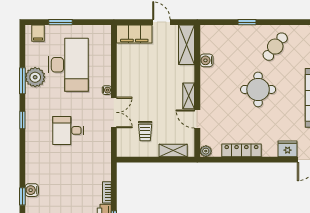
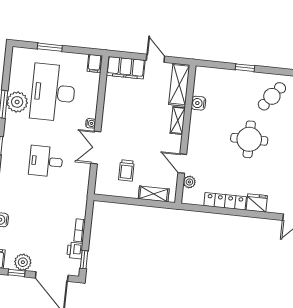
filing cabinet: (38, 33) -> (94, 63), moved
desk: (68, 65) -> (53, 93), turned 180
shelving: (189, 96) -> (178, 120), moved
double door: (114, 112) -> (96, 148), swing flipped
fridge: (288, 149) -> (257, 203), moved
plant: (206, 151) -> (189, 182), moved

